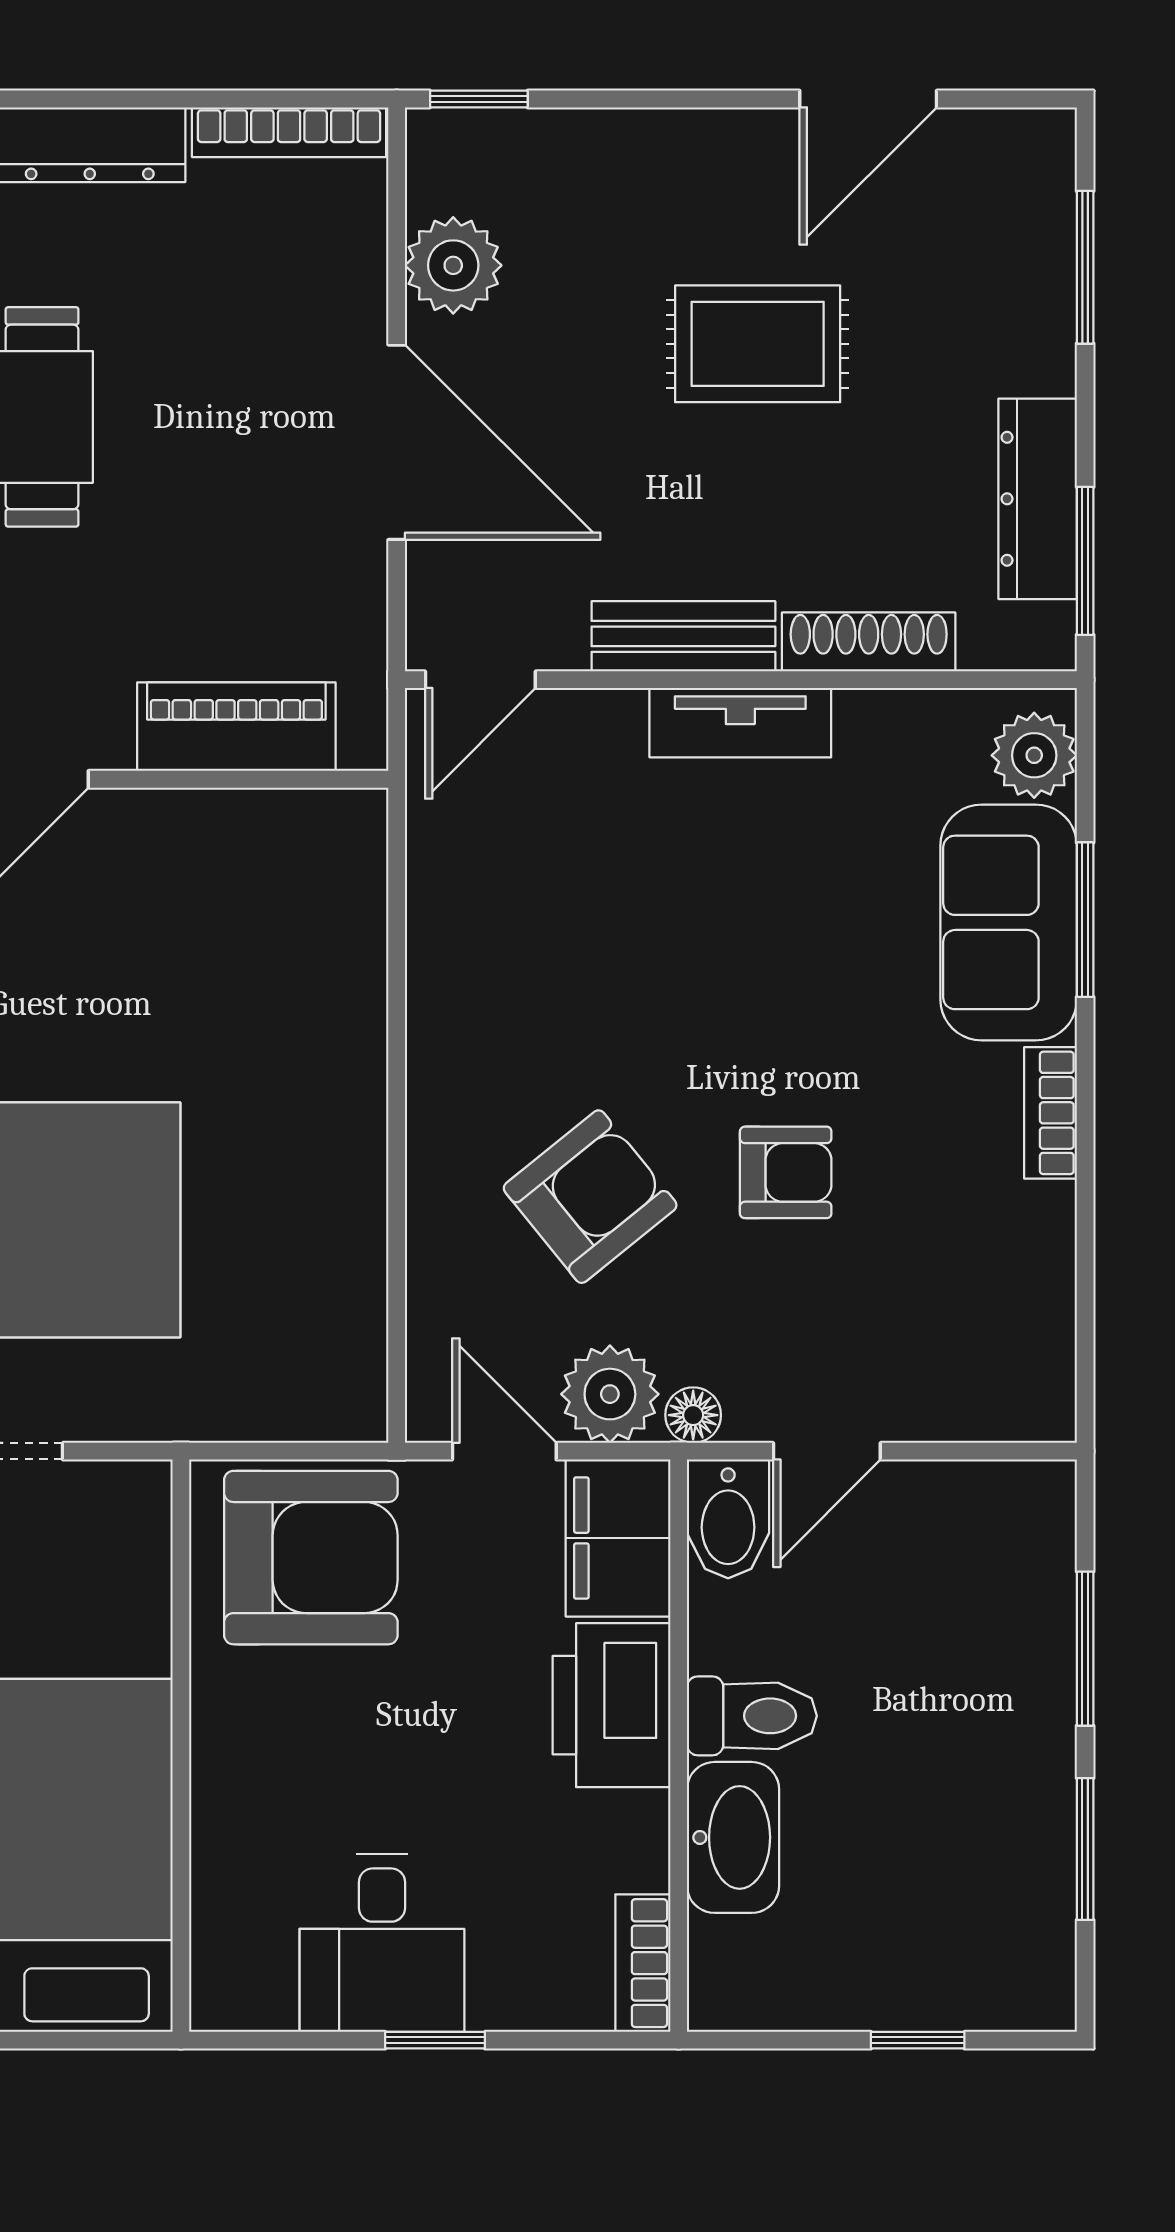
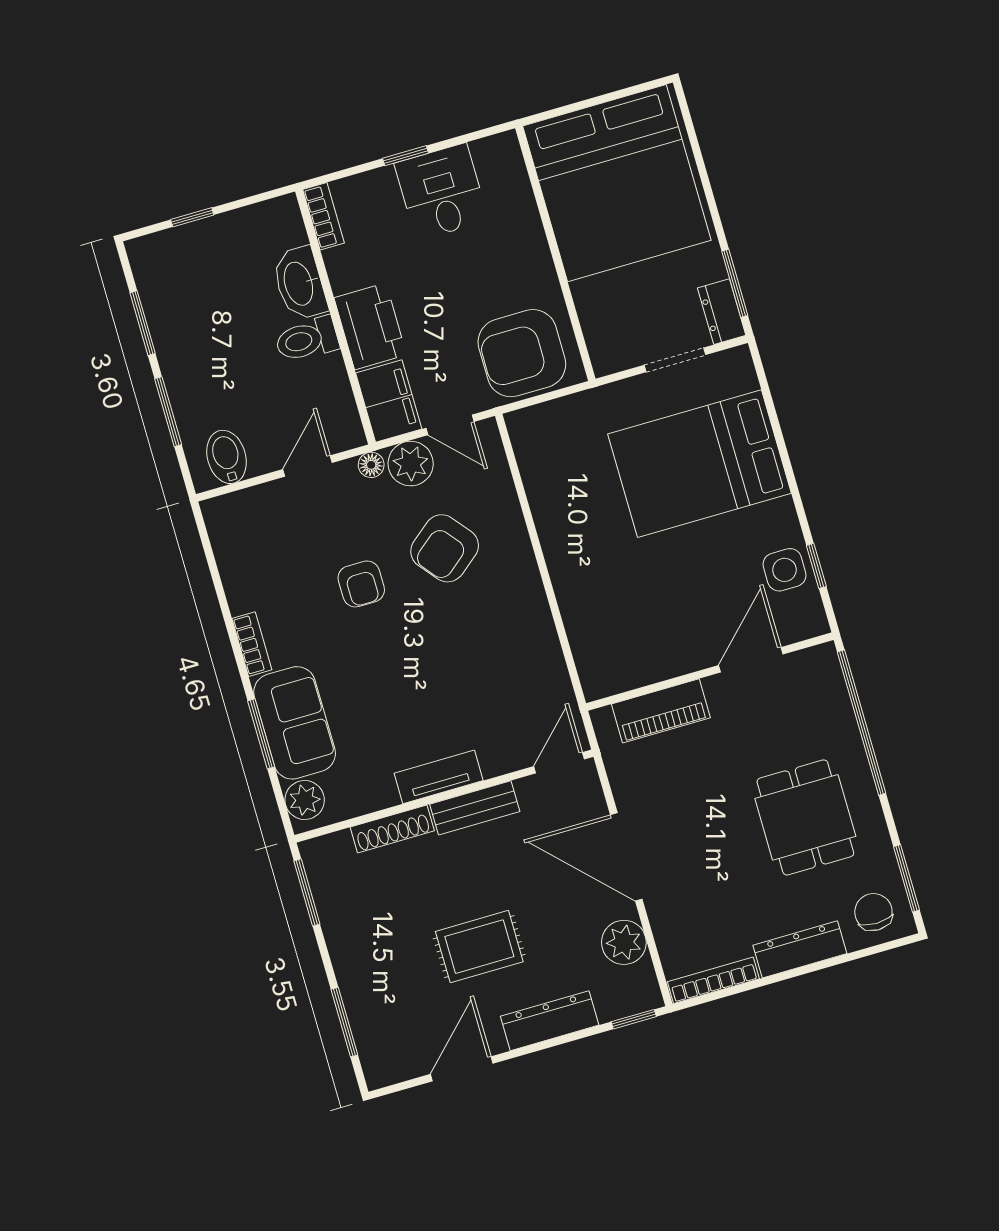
dresser: (1038, 499) -> (550, 1021), moved, turned -90
armchair: (786, 1172) -> (361, 584), turned -90
bidet: (728, 1519) -> (227, 457), moved

